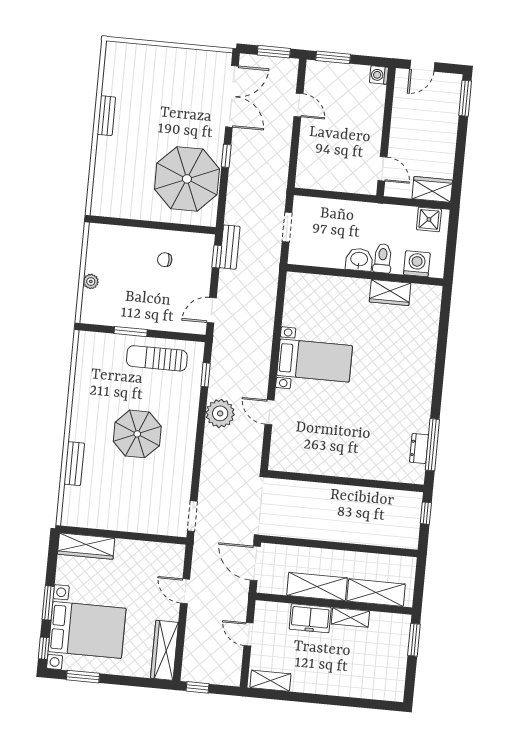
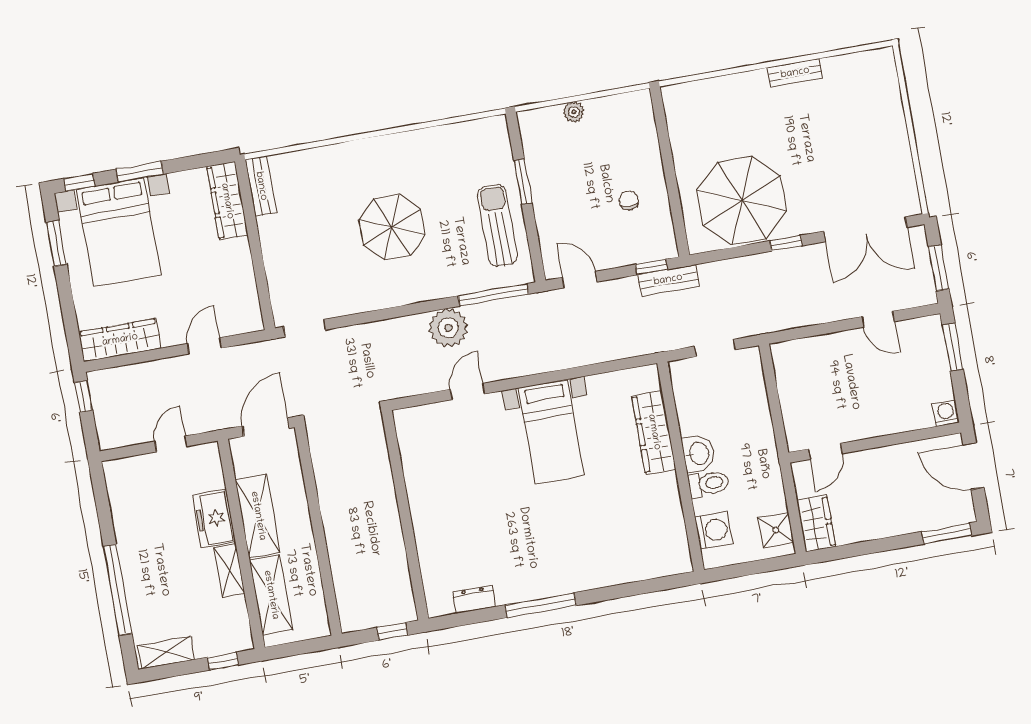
door: (422, 66) -> (974, 466), width x1.37
door: (299, 105) -> (878, 319), hinge flipped
wardrobe: (390, 293) -> (654, 432), moved, width x1.50
window: (206, 375) -> (494, 295), width x2.17
window: (432, 445) -> (540, 605), moved
bench: (74, 464) -> (261, 186), moved, turned 90
window: (414, 640) -> (223, 661), width x0.67
shelving: (270, 681) -> (166, 653), moved, turned 90
window: (342, 701) -> (118, 590), added

